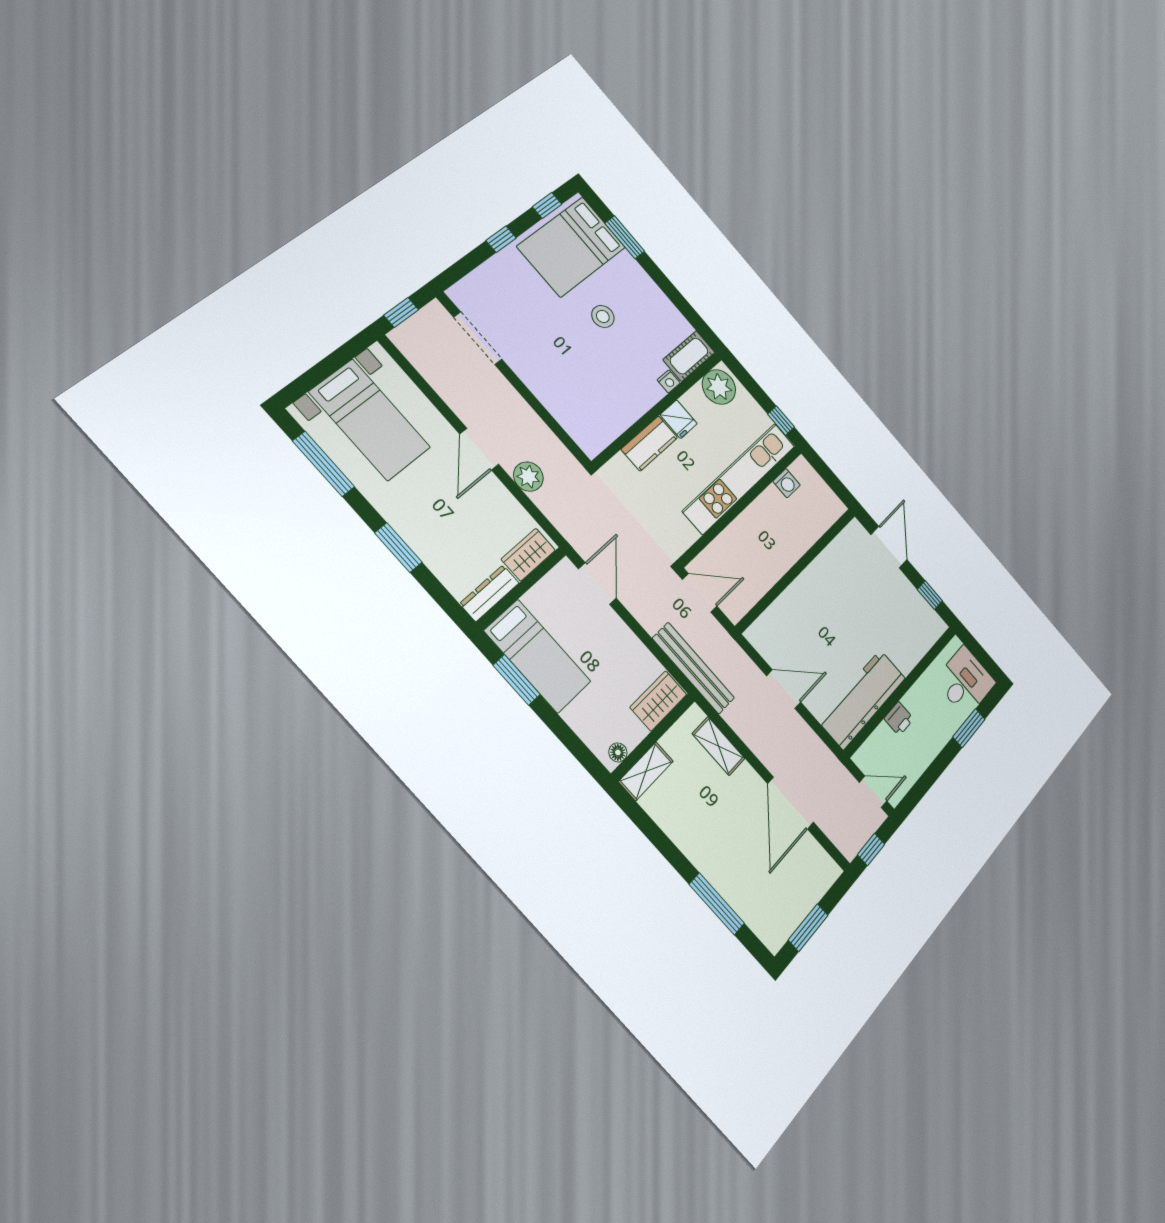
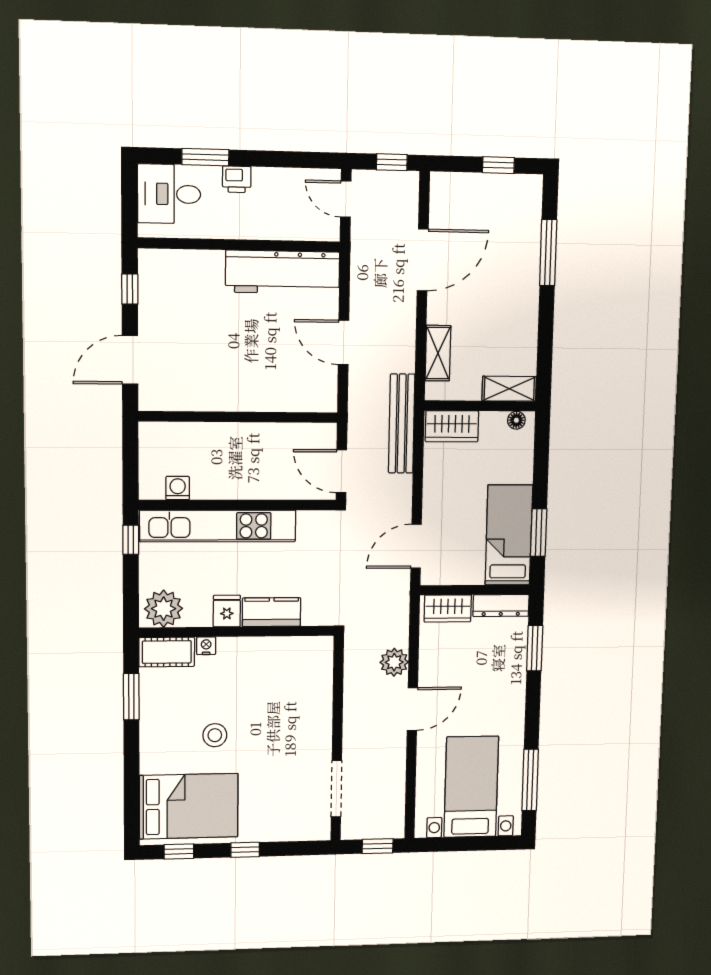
window: (625, 237) -> (131, 697), moved
window: (398, 548) -> (535, 648), moved
printer: (899, 719) -> (237, 179), moved, turned 180
window: (808, 928) -> (498, 165), width x0.67

